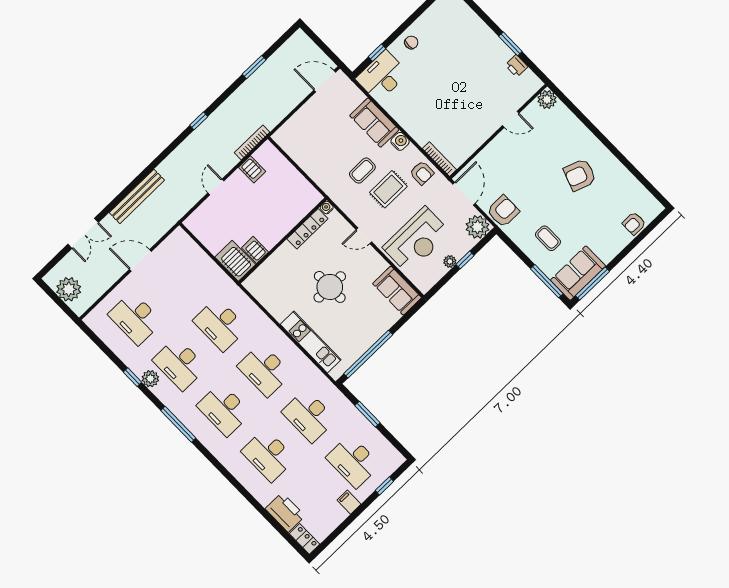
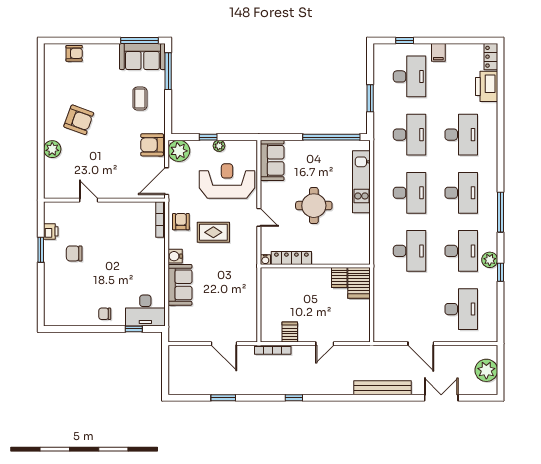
chair: (481, 66) -> (74, 253), added
door: (325, 81) -> (224, 344), moved
plant: (547, 99) -> (52, 149), moved
coffee table: (362, 171) -> (218, 261), removed

